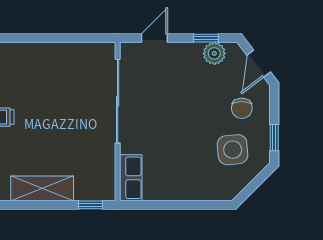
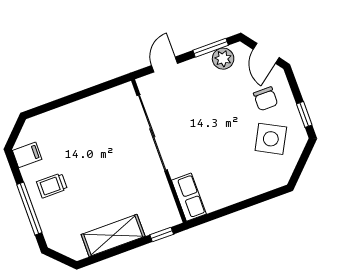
window: (206, 38) -> (211, 48), width x1.50
side table: (233, 150) -> (271, 139), turned 33

